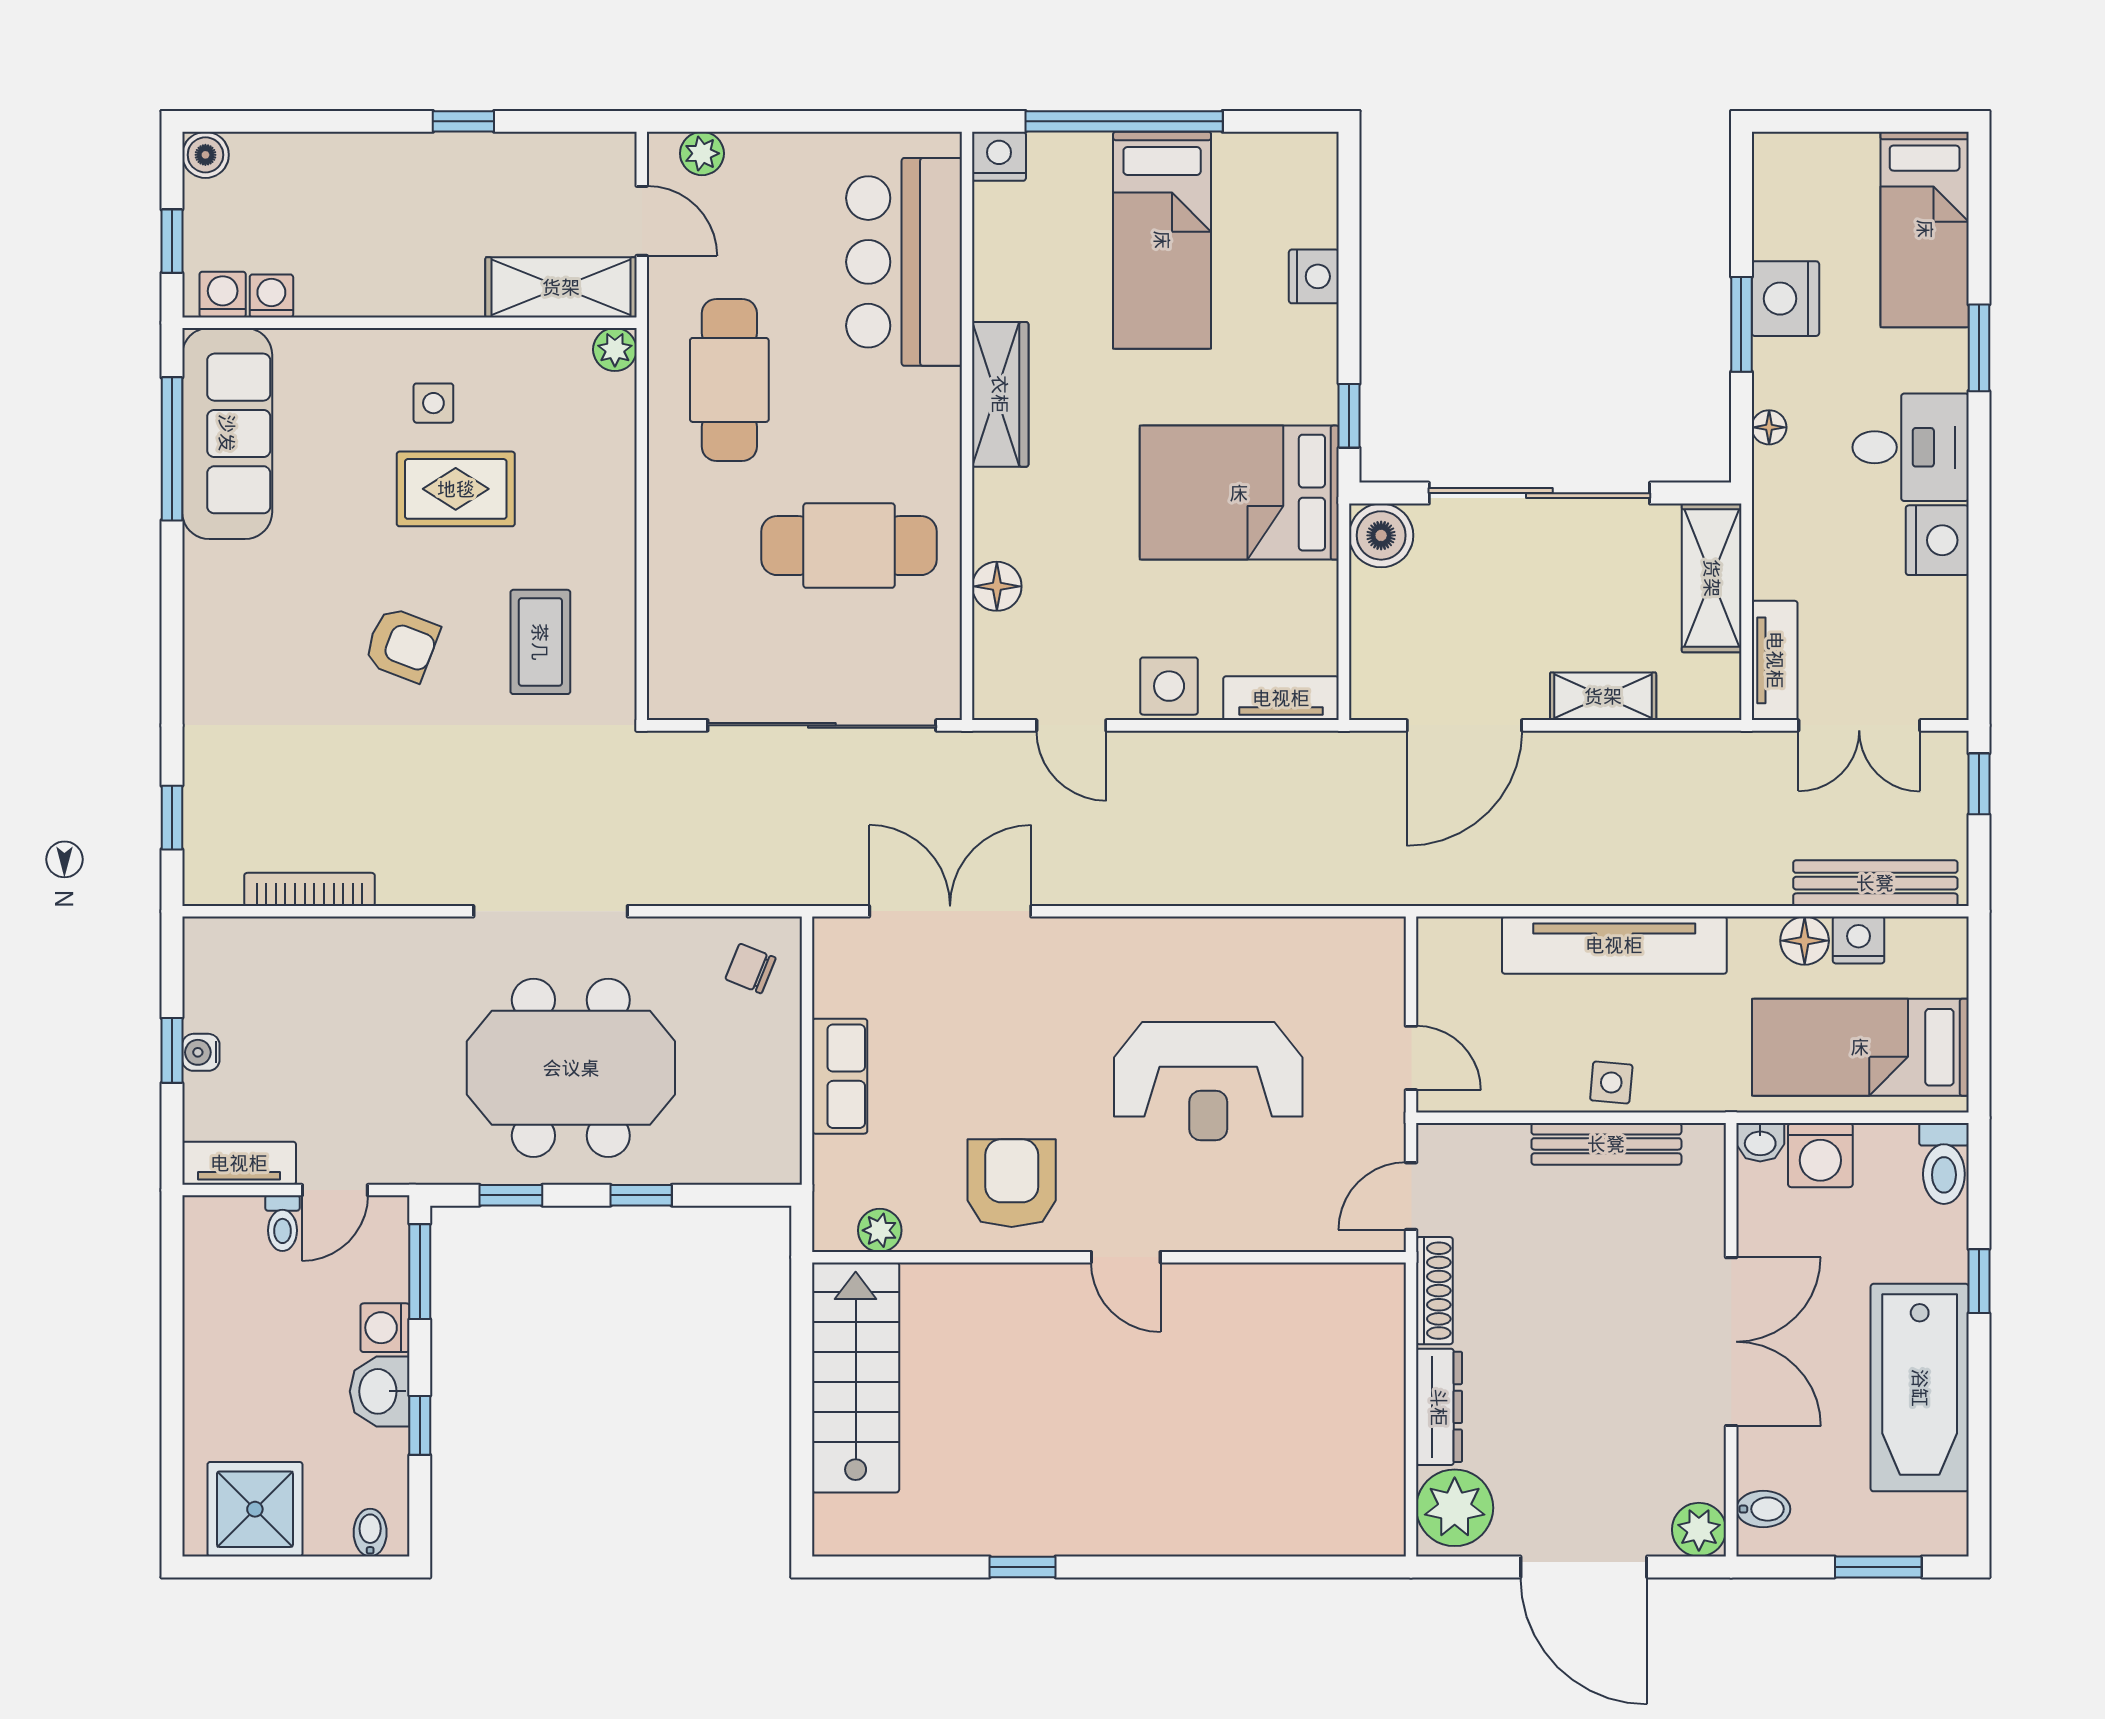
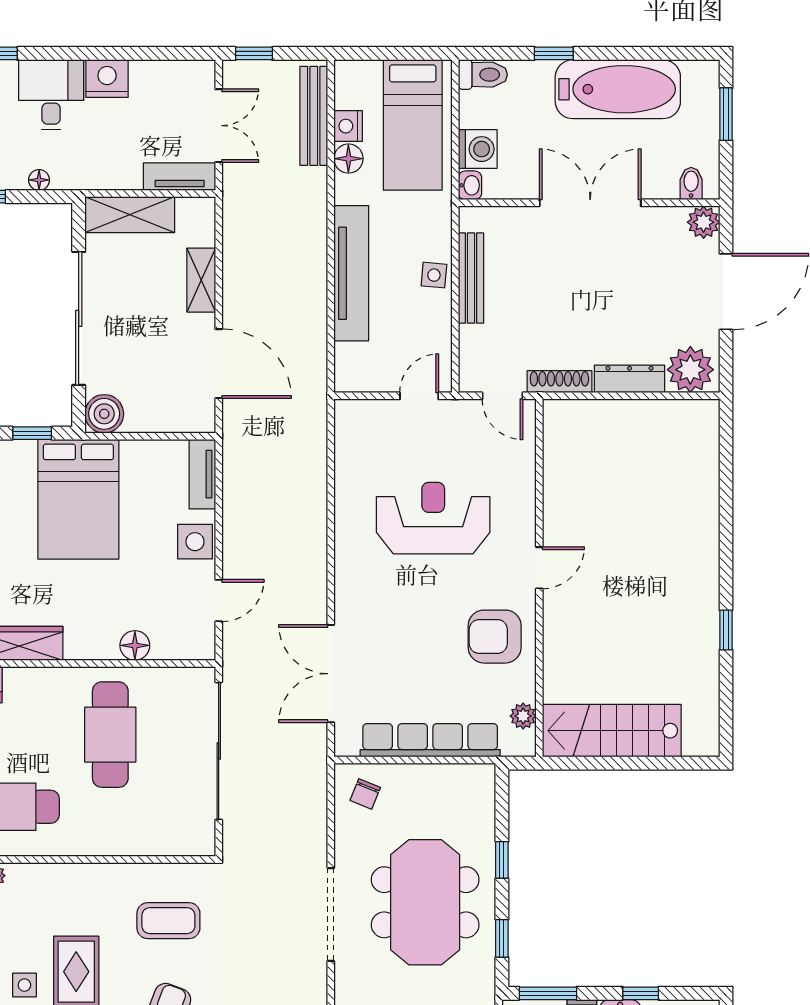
row of seats: (840, 1076) -> (430, 740), width x2.02
reception desk: (1208, 1081) -> (433, 518), turned -90

